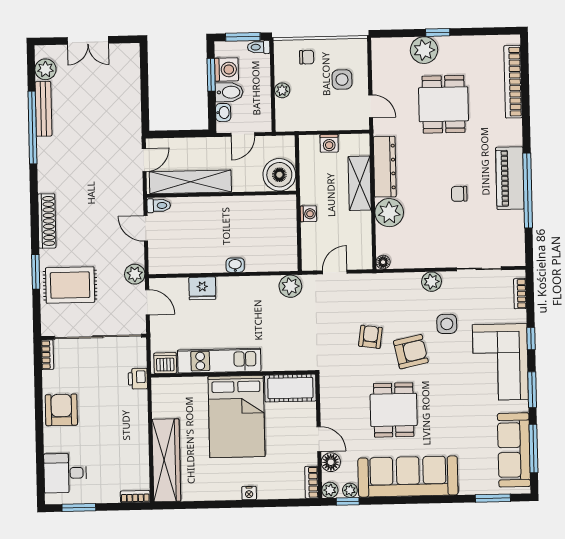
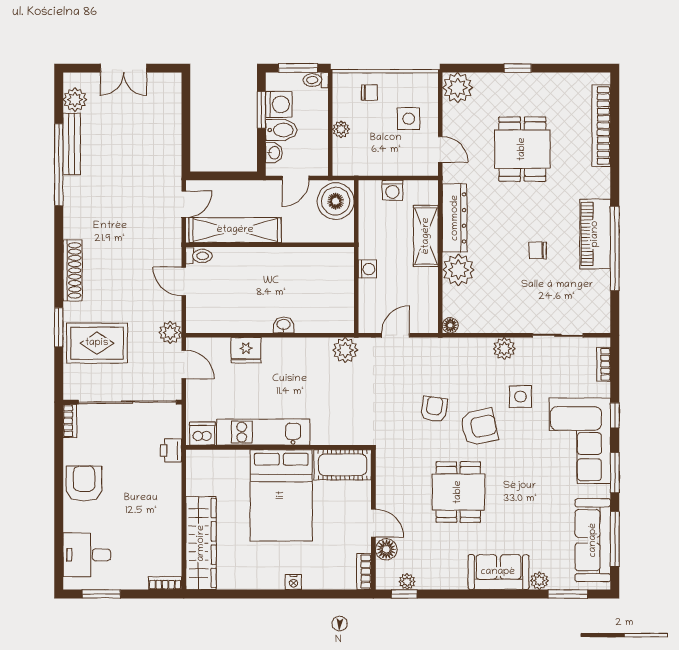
plant: (424, 50) -> (458, 88), moved
boiler: (279, 175) -> (336, 201), moved
sofa: (408, 477) -> (498, 572), width x0.54, depth x0.79
plant: (330, 490) -> (539, 581), moved

